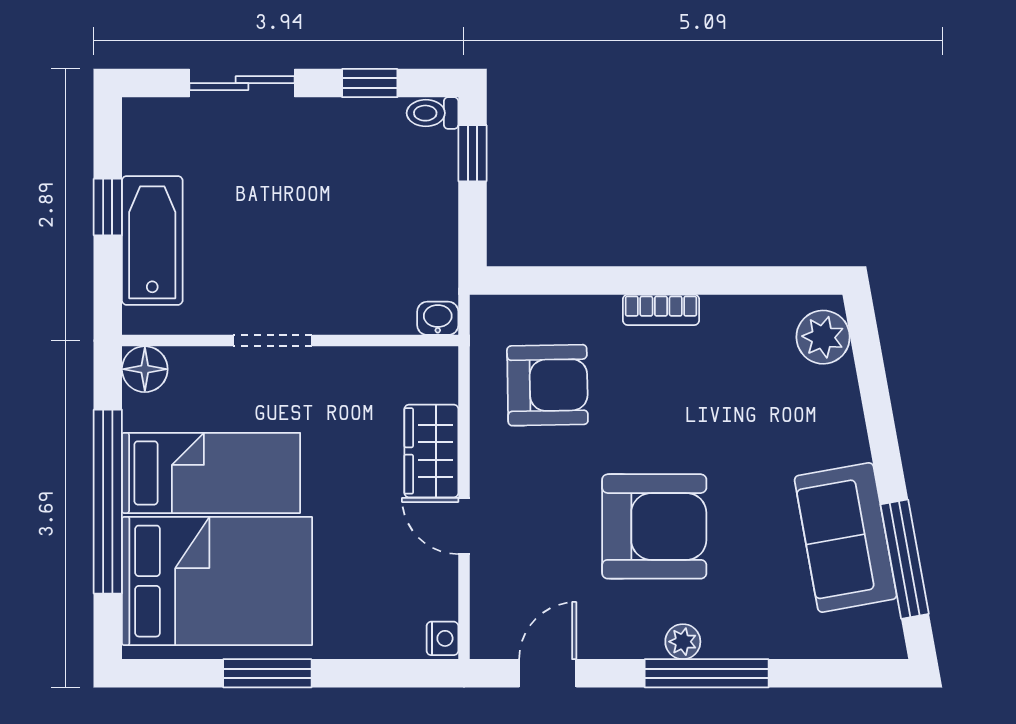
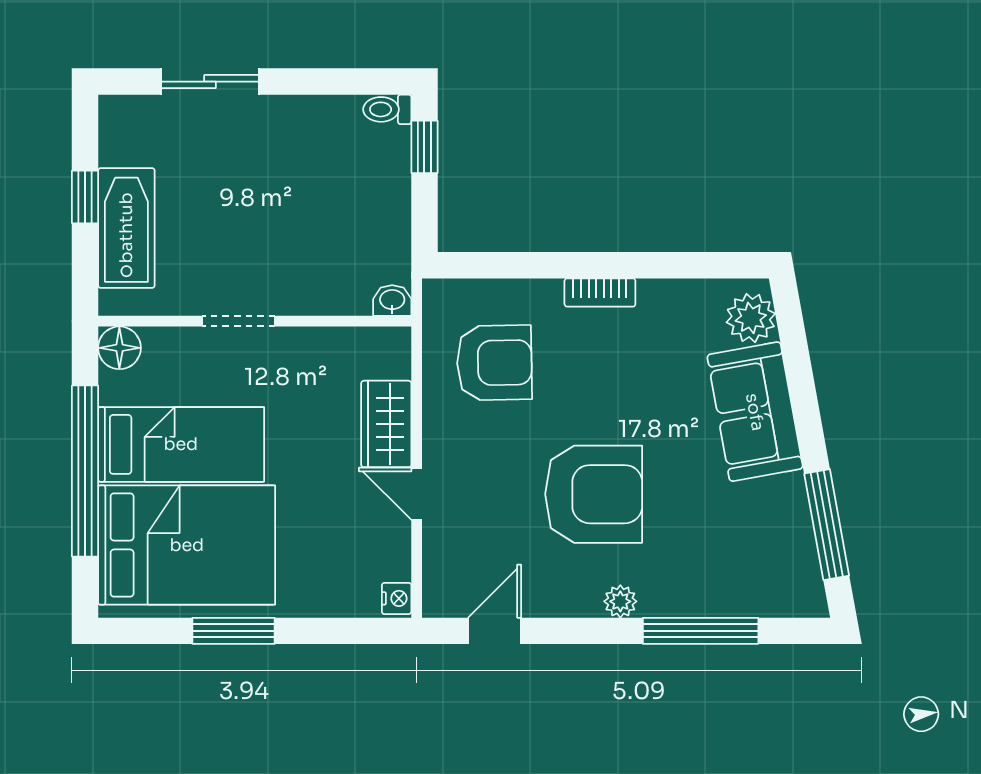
window: (370, 83) -> (329, 82), removed
sofa: (846, 537) -> (755, 412), moved
window: (707, 673) -> (701, 631), moved

